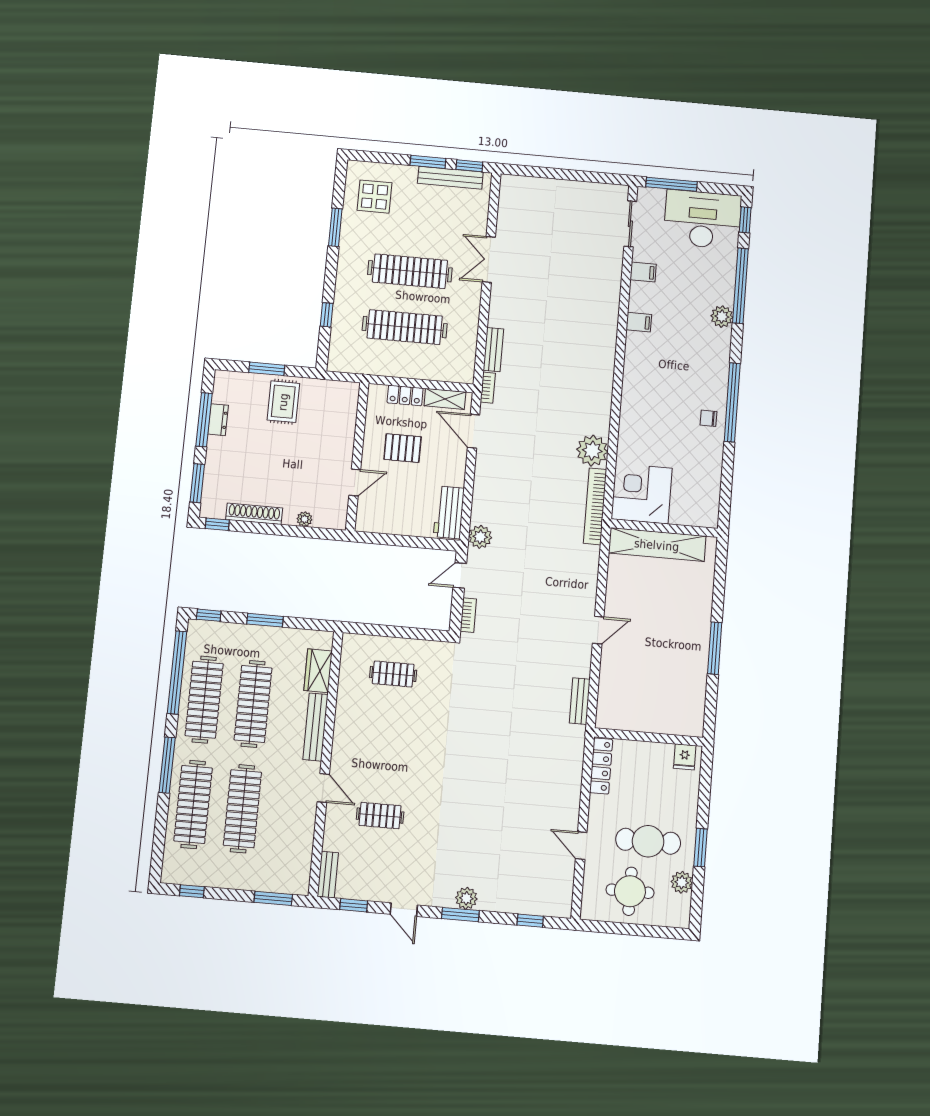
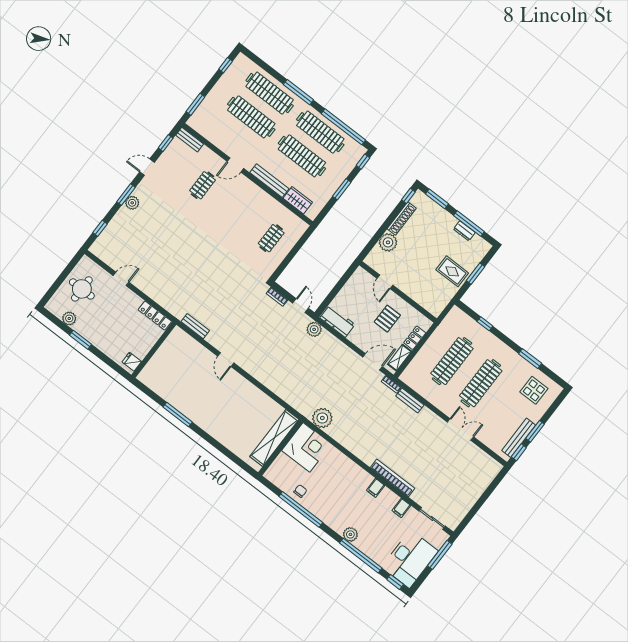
corner desk: (642, 494) -> (306, 447), moved
bookcase: (595, 506) -> (393, 478), moved
plant: (305, 519) -> (388, 242), width x1.88, depth x1.88
wall: (664, 528) -> (281, 447), moved
shelving: (657, 545) -> (274, 438), moved
cafe table: (648, 841) -> (101, 315), removed

